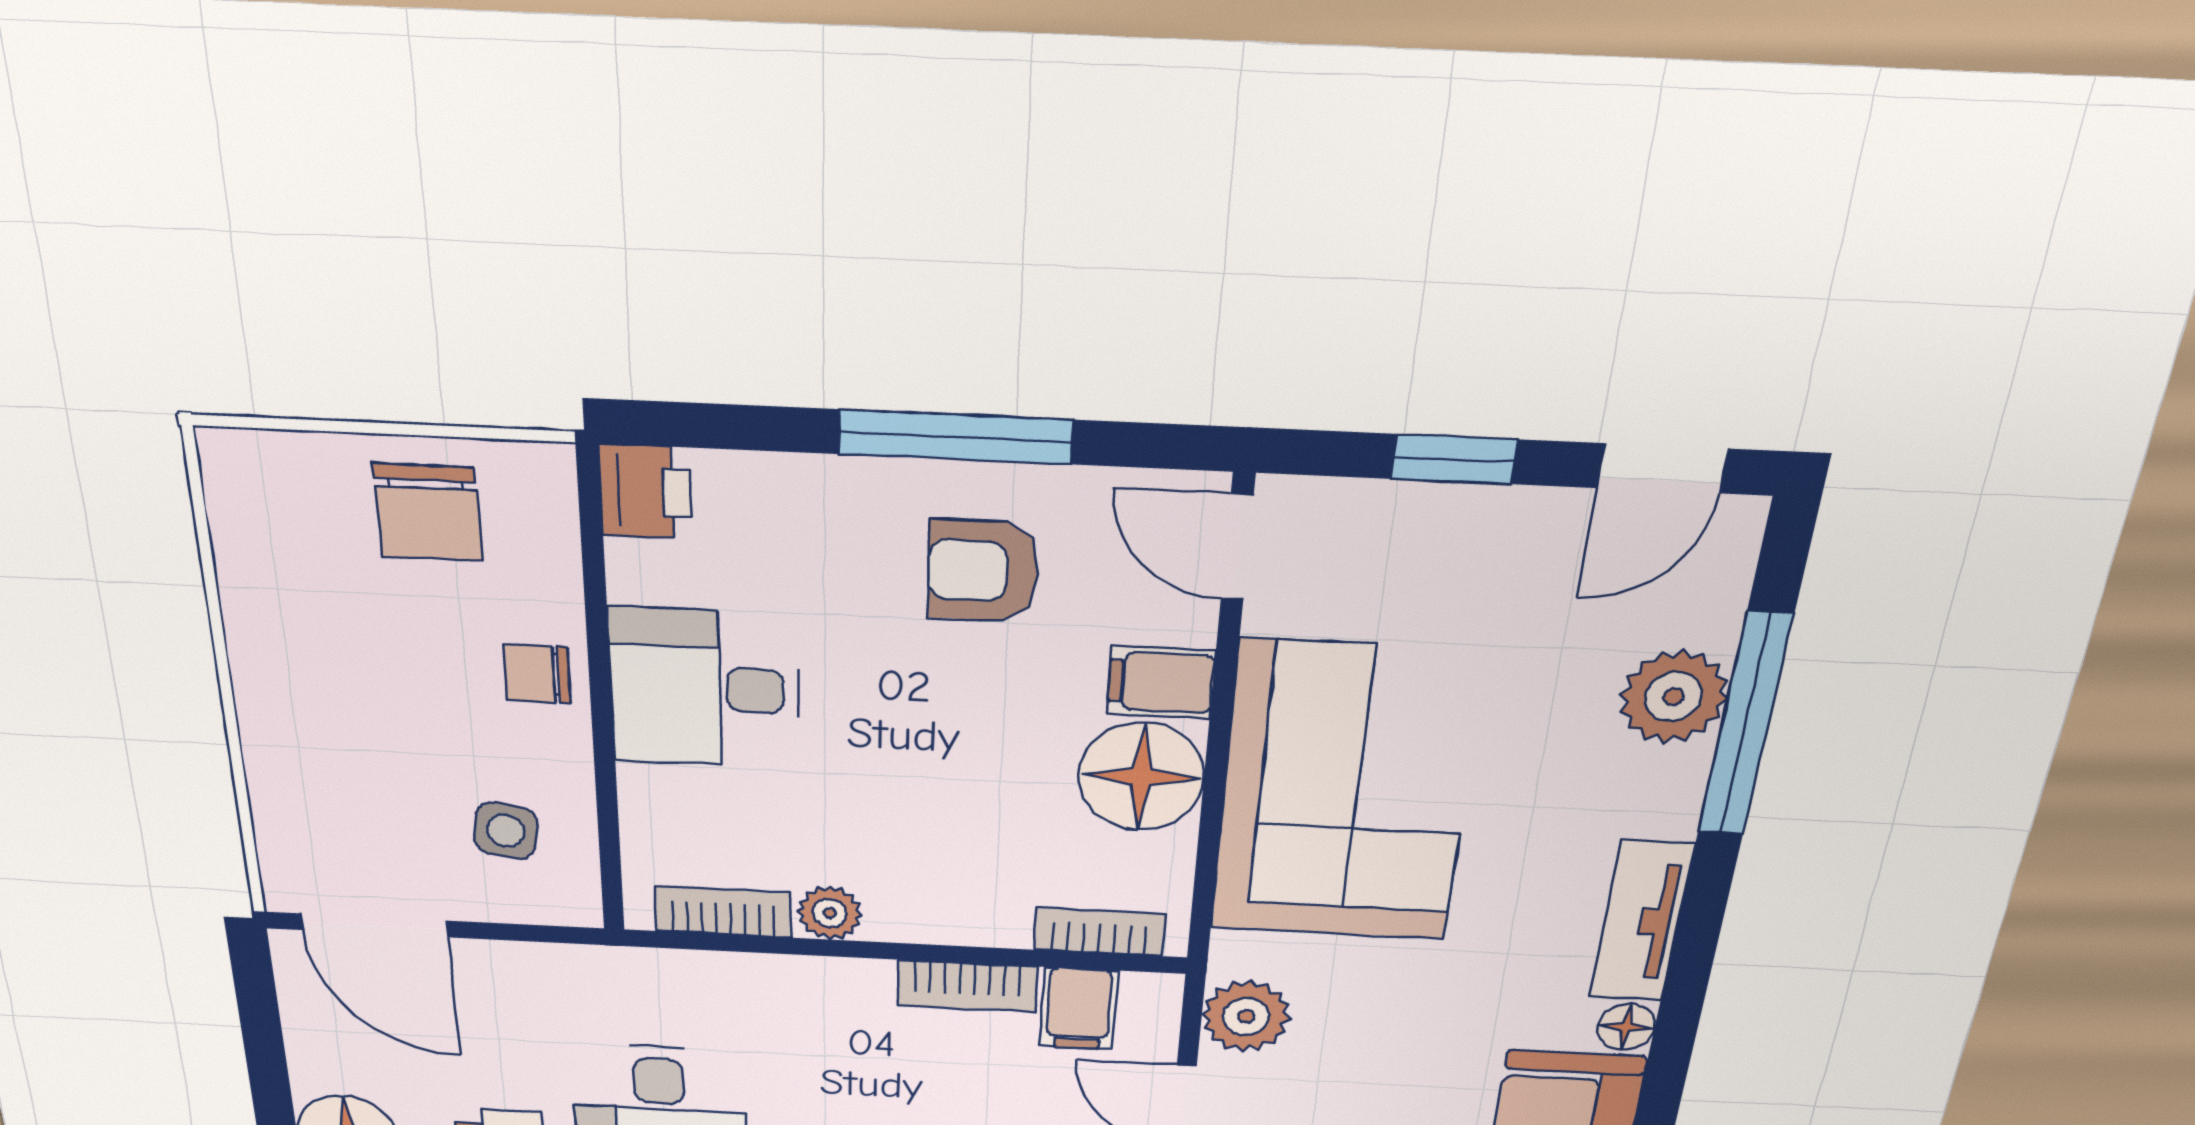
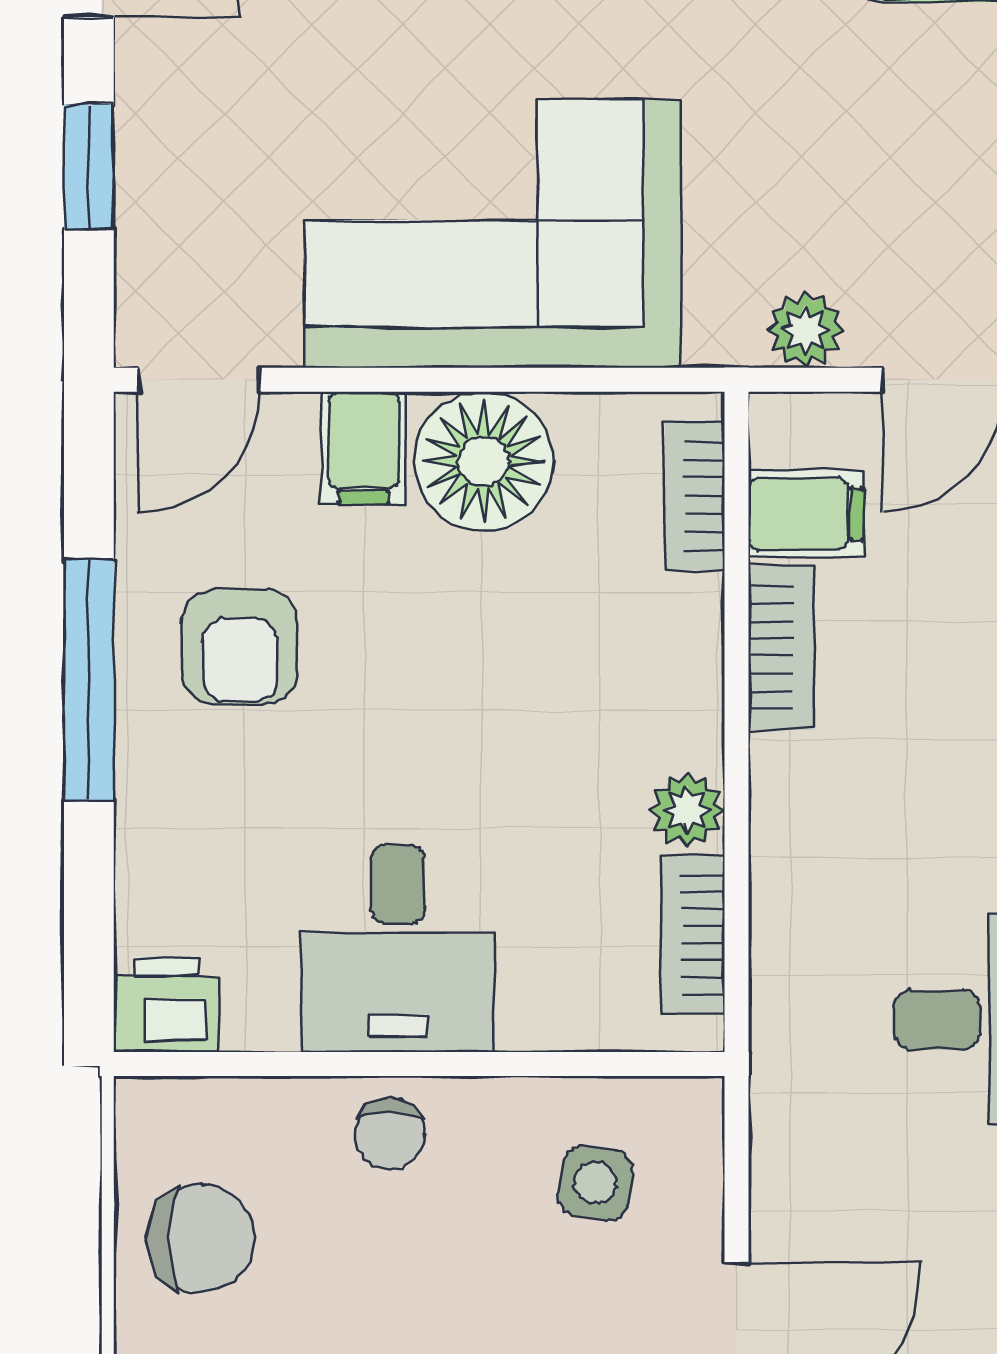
plant: (1246, 1016) -> (805, 330), width x0.73, depth x0.73

